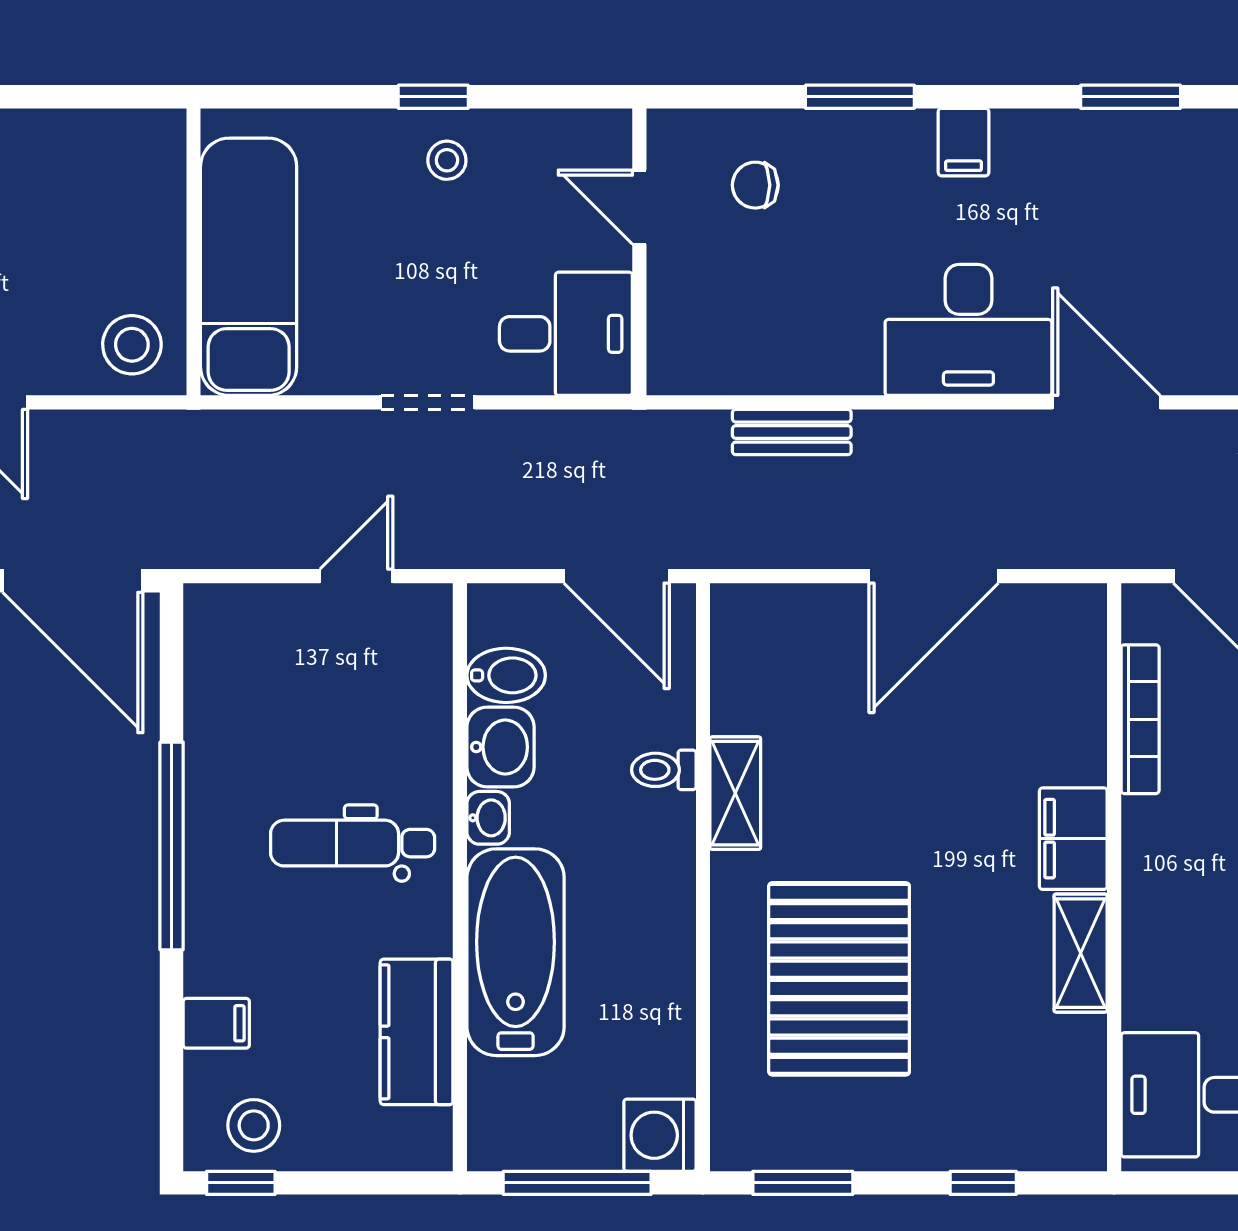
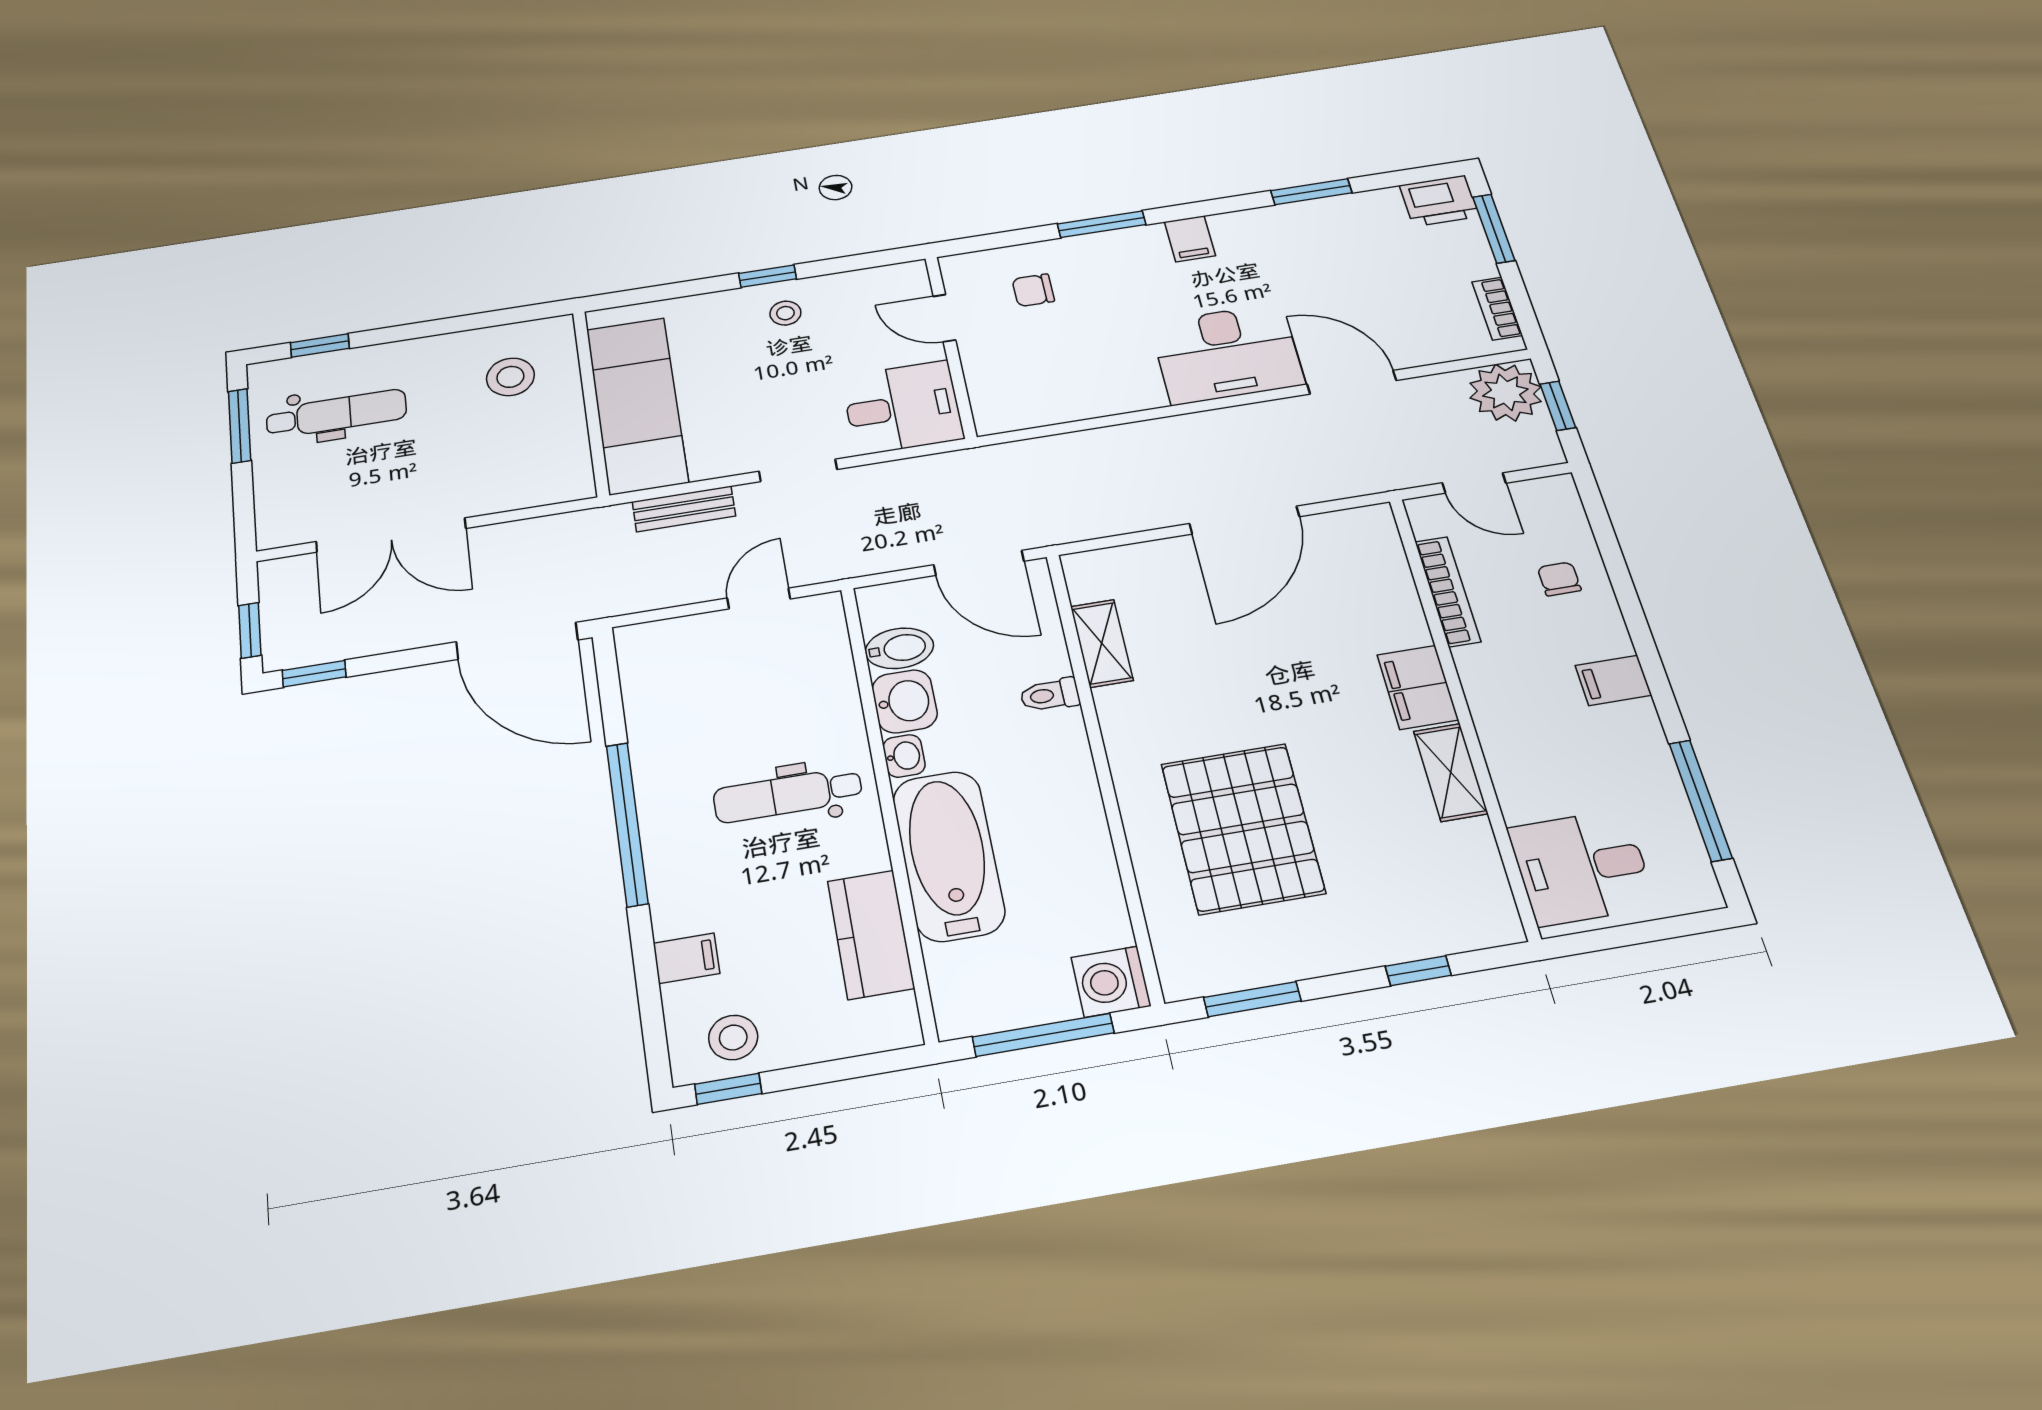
stool: (132, 345) -> (510, 377), moved
bench: (792, 432) -> (684, 509), moved
shelving: (735, 793) -> (1102, 643), moved

